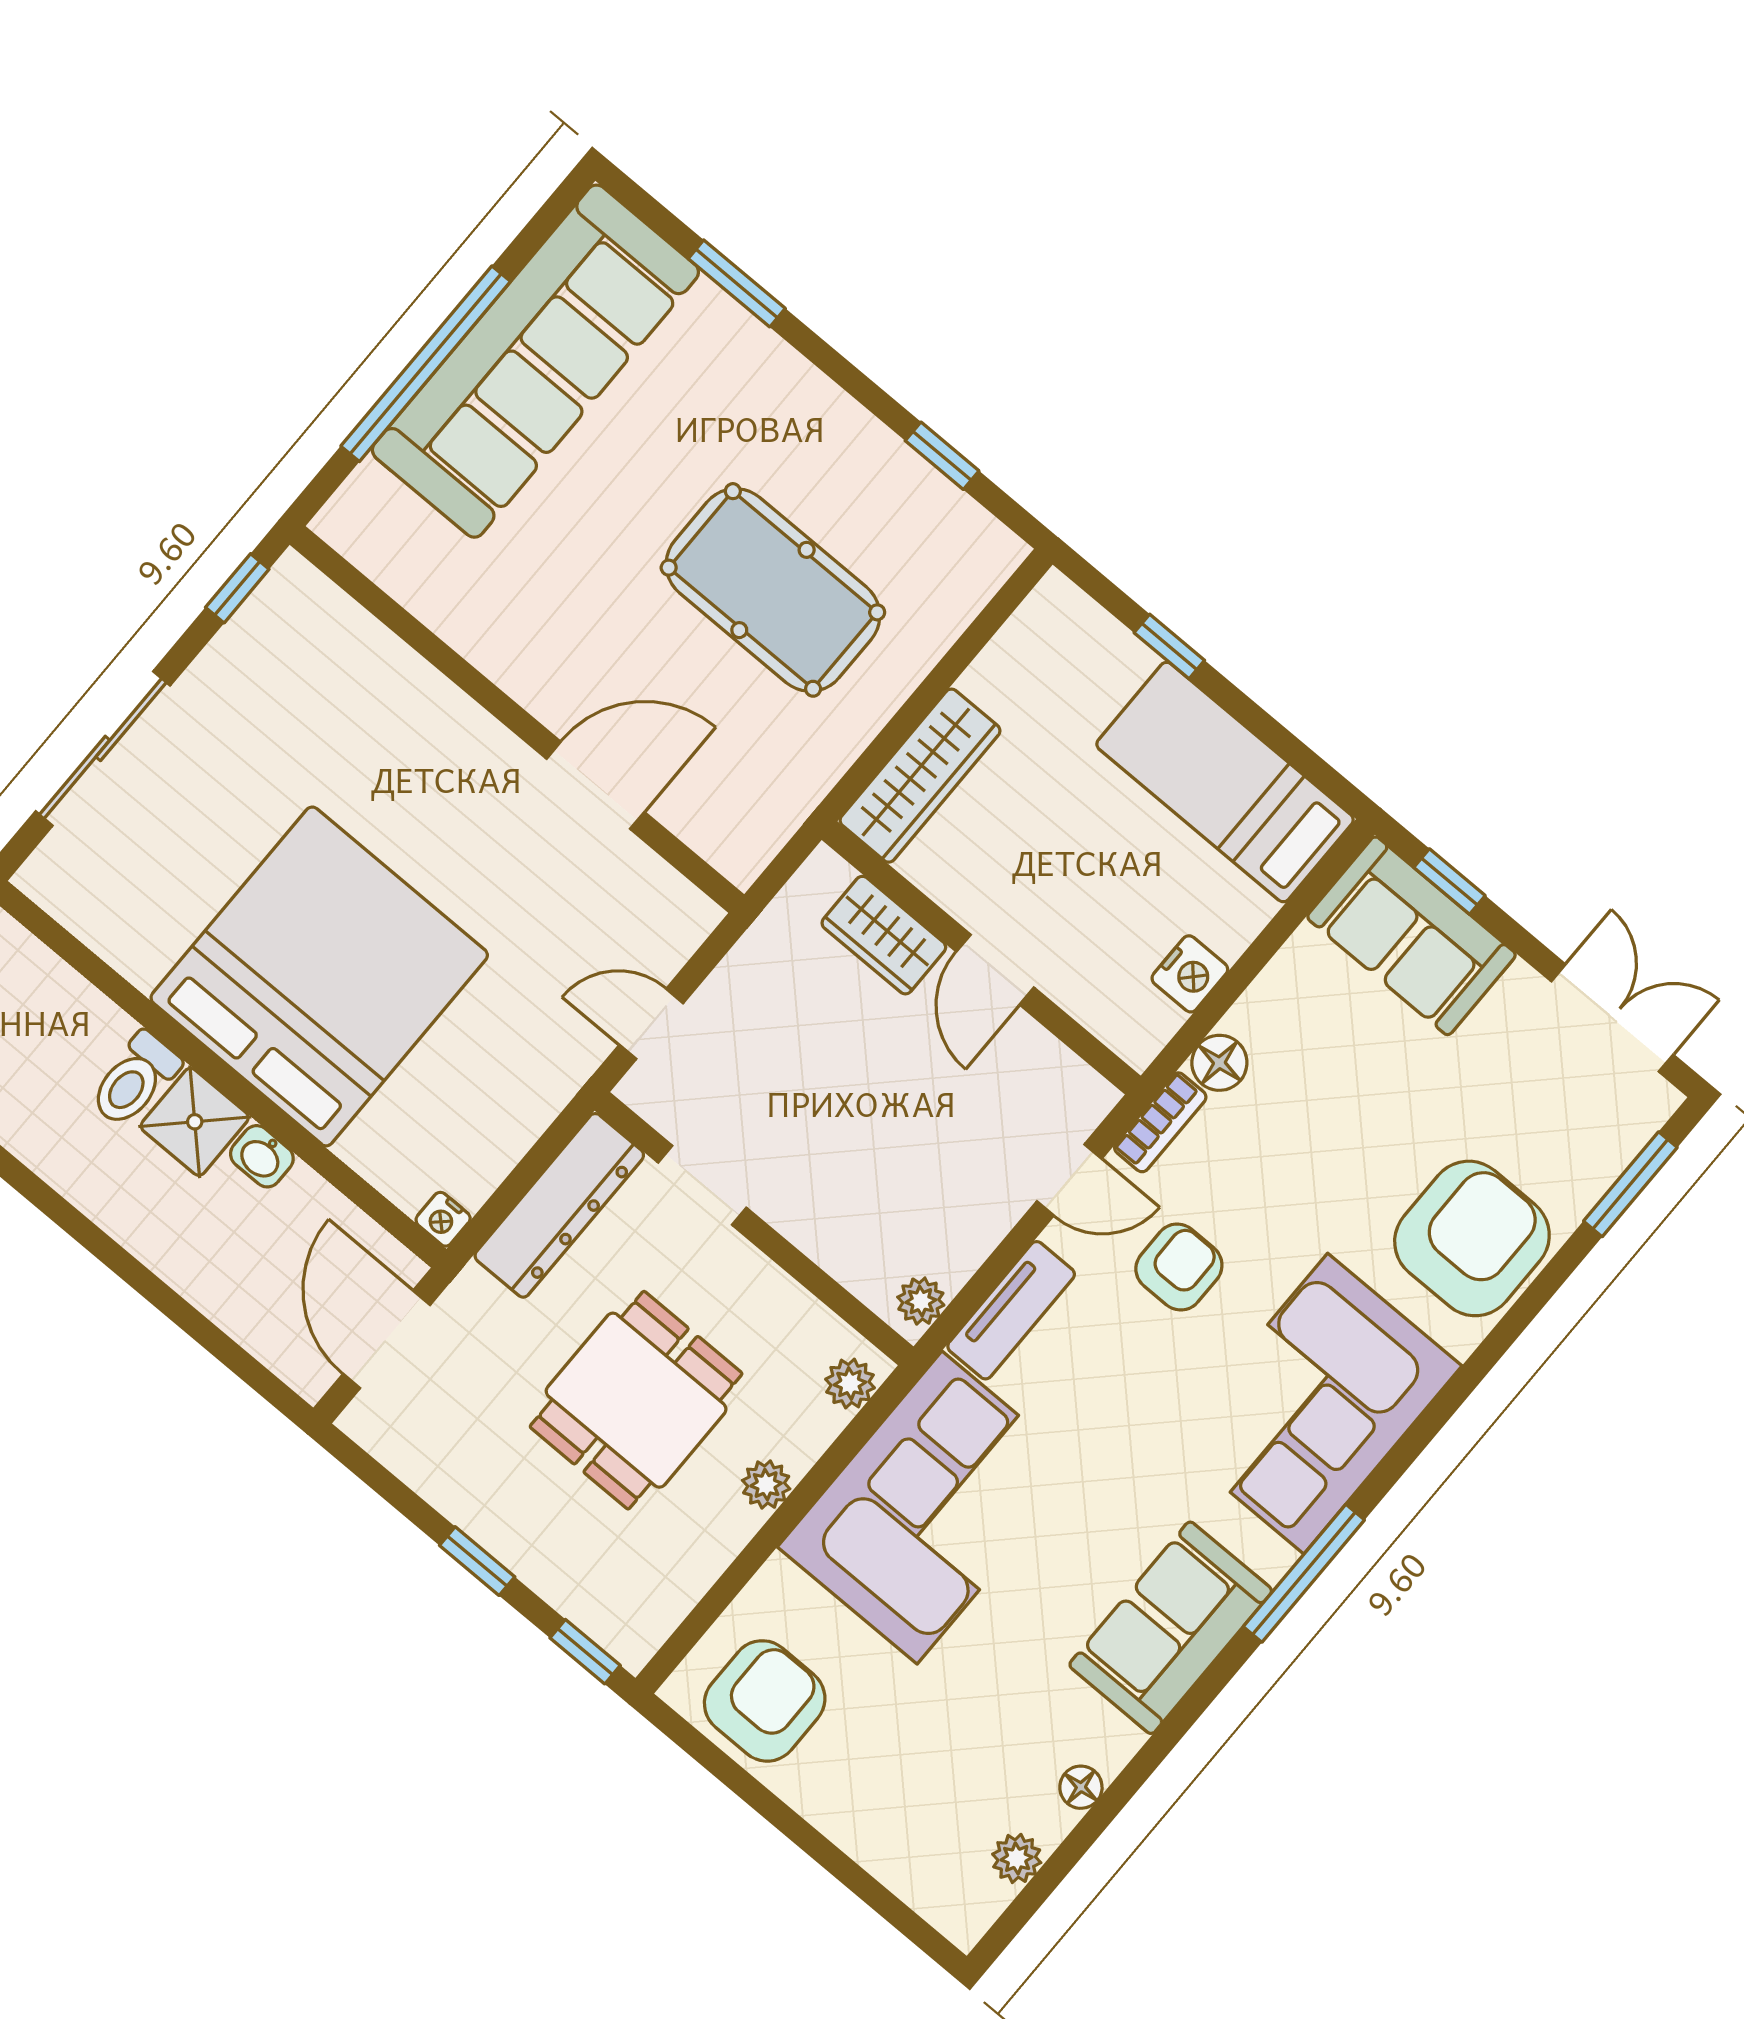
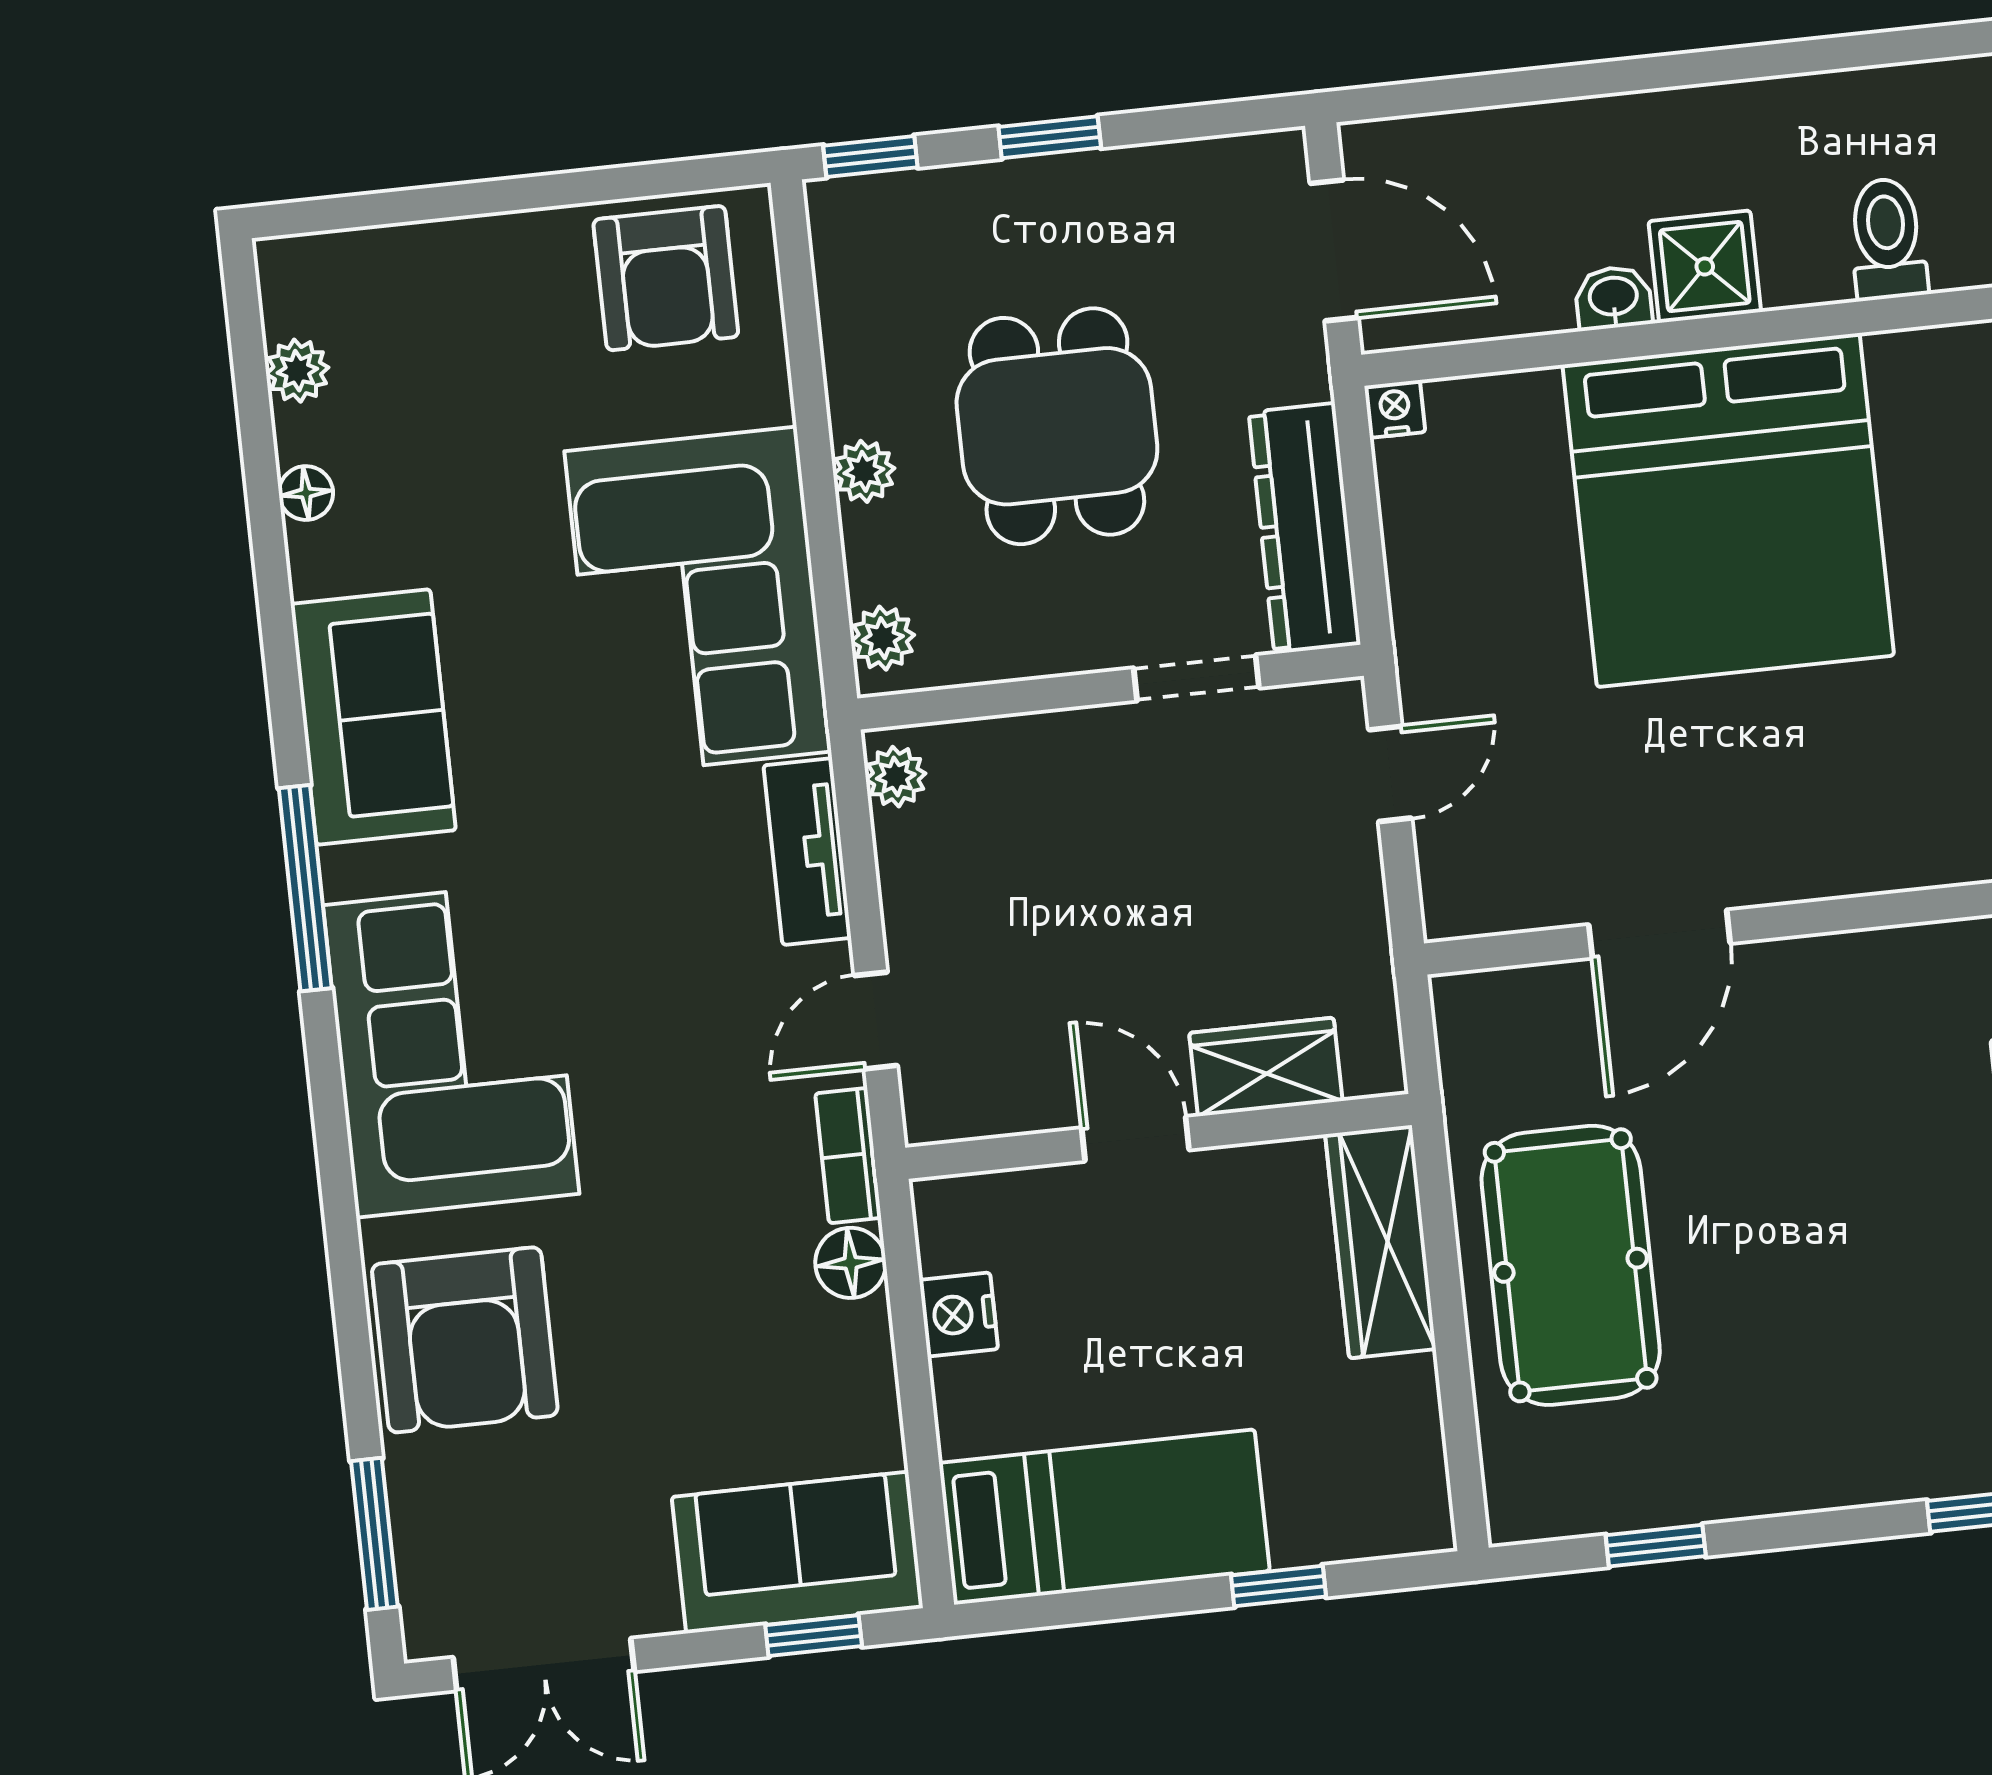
pool table: (773, 590) -> (1571, 1265), moved, turned 90
toilet: (135, 1080) -> (1887, 239), moved
armchair: (1179, 1267) -> (698, 1045), removed

